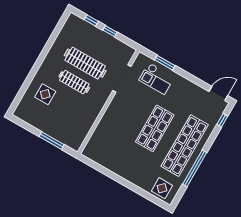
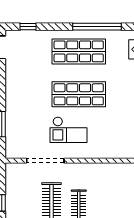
checkout: (157, 78) -> (68, 130), moved, turned 90
shop shelf: (185, 146) -> (79, 51), width x0.71

